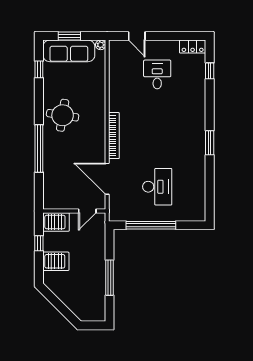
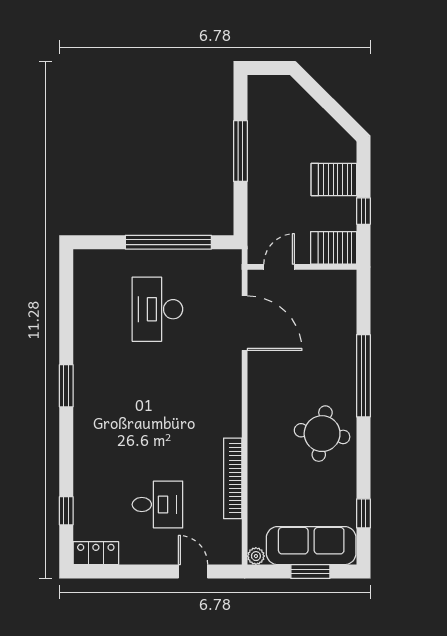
desk: (157, 74) -> (157, 505), turned -90
bookcase: (114, 136) -> (233, 478), moved

